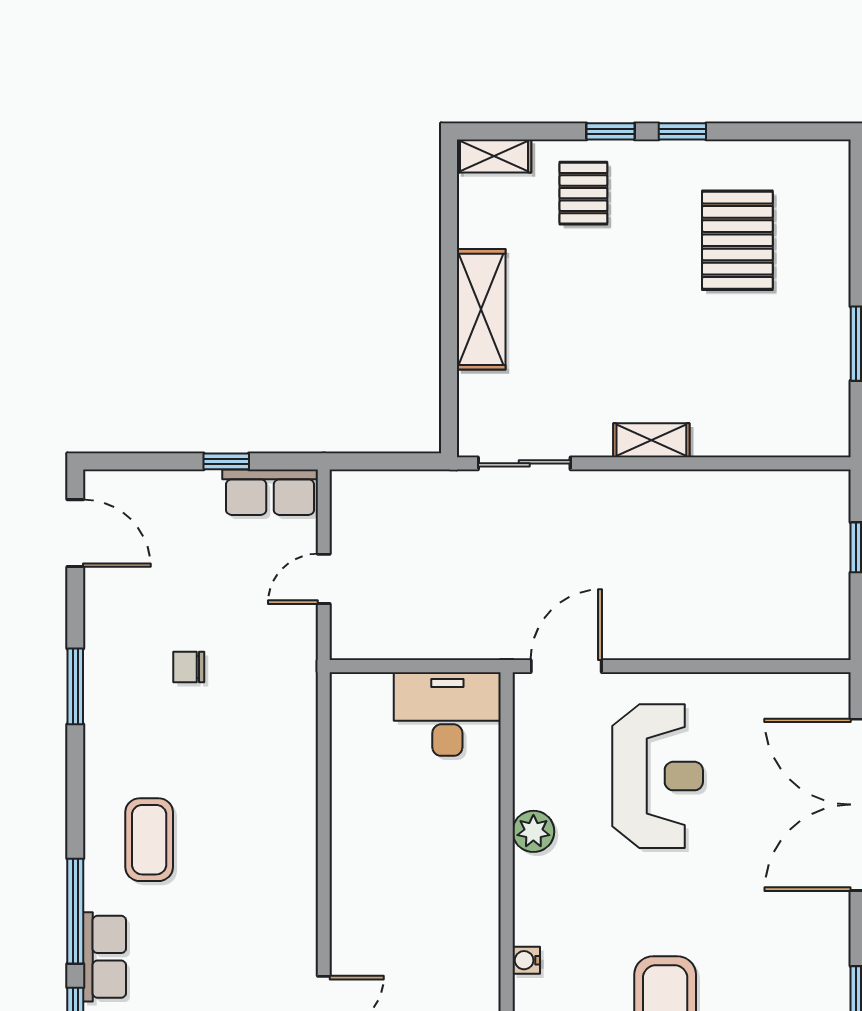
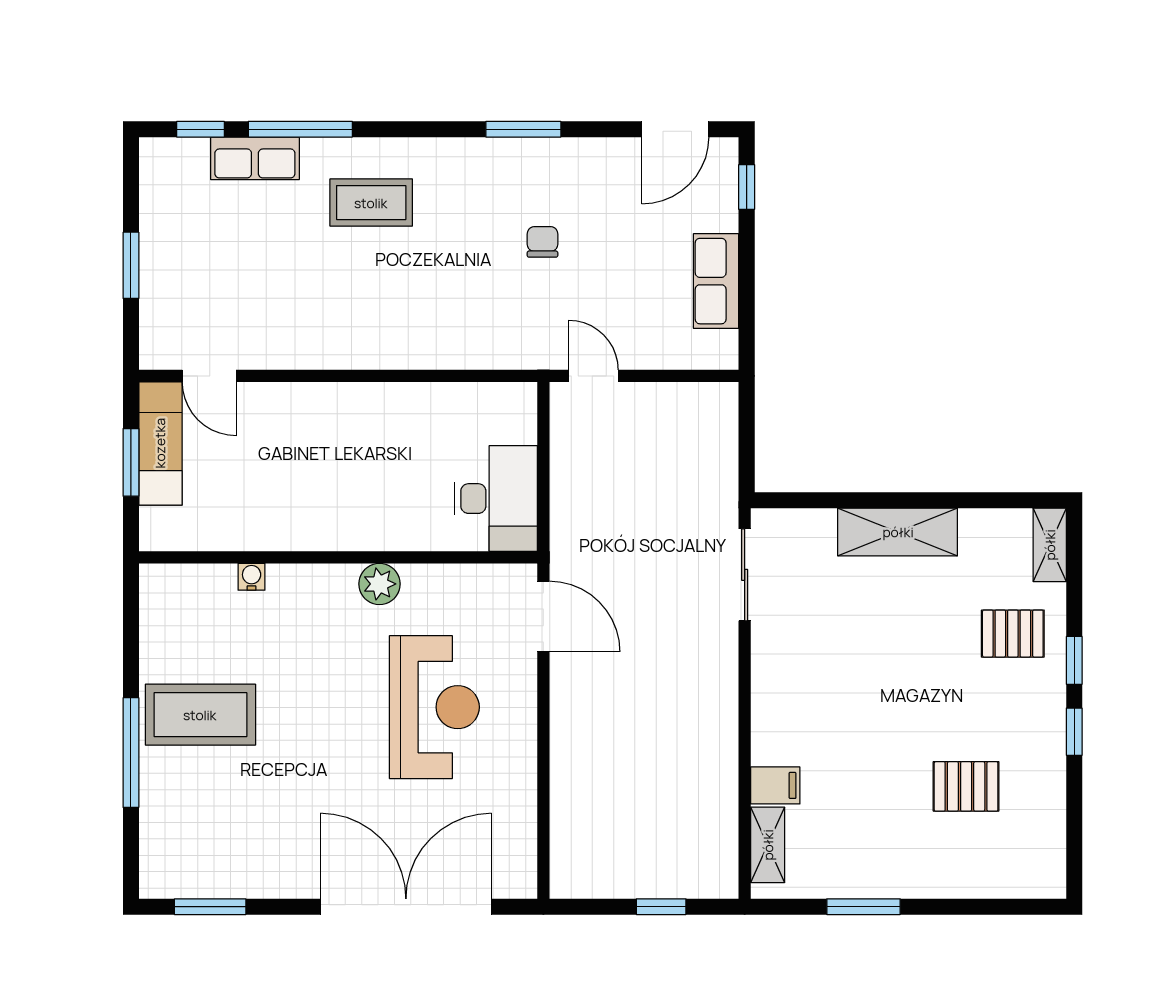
pallet: (737, 240) -> (966, 786), width x0.67, depth x0.71
filing cabinet: (736, 433) -> (775, 785), added
shelving: (651, 440) -> (768, 845), moved
window: (226, 461) -> (747, 187), moved
row of seats: (270, 492) -> (716, 281), moved
door: (324, 579) -> (593, 376), moved
reception desk: (658, 776) -> (434, 707), turned -90

